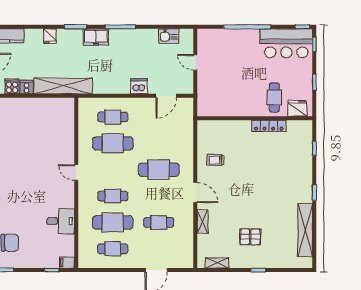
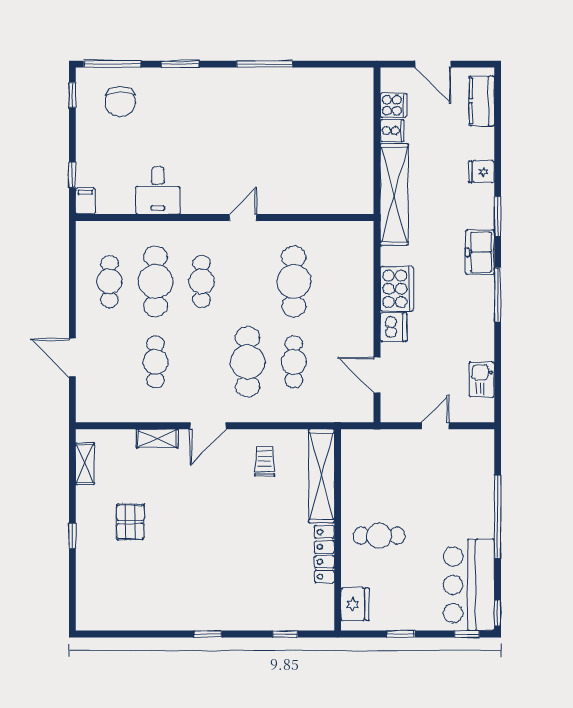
cooker: (117, 84) -> (397, 289), added
cafe table: (274, 97) -> (379, 536), moved
cafe table: (113, 117) -> (294, 362), moved
shelving: (305, 230) -> (322, 476), moved, turned 90

